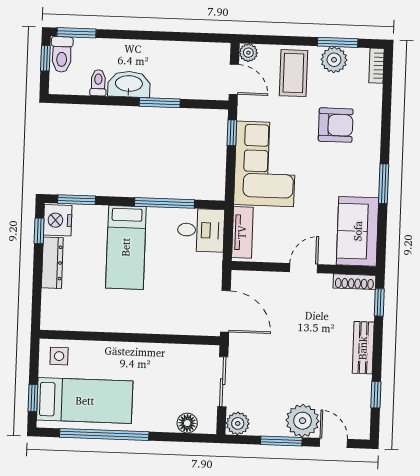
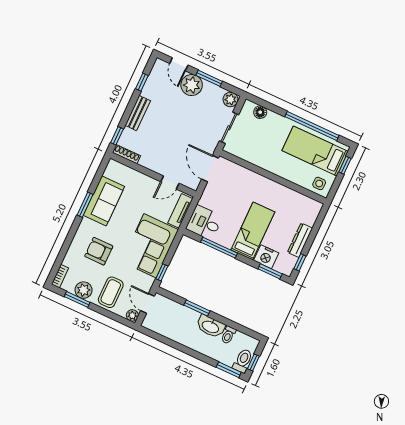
nightstand: (58, 220) -> (266, 257), moved, turned 90
sofa: (358, 231) -> (104, 201), moved
door: (304, 268) -> (170, 182), moved

